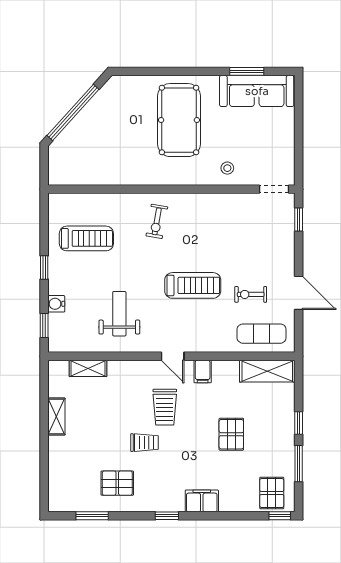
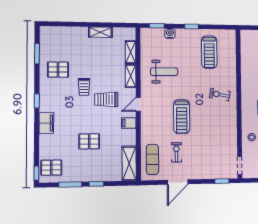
shelving: (127, 368) -> (131, 76), added
pallet: (117, 483) -> (58, 70), turned 90

